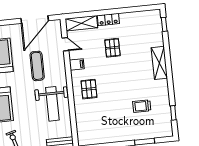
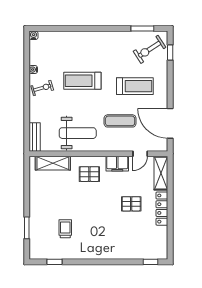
locker: (108, 19) -> (162, 209), width x1.53
shelving: (159, 63) -> (53, 163), moved
filing cabinet: (77, 64) -> (117, 164), width x2.00
weight bench: (52, 104) -> (78, 133), turned 180

